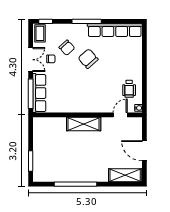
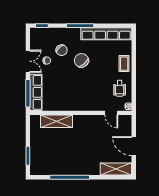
coffee table: (40, 33) -> (124, 64), moved
door: (120, 115) -> (111, 113), swing flipped
shelving: (84, 124) -> (56, 121), moved

